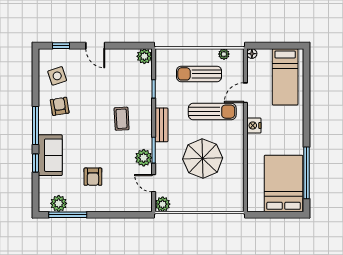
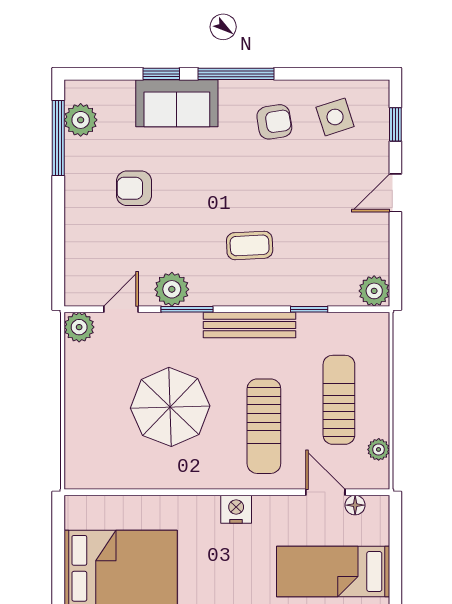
floor lamp: (252, 54) -> (355, 505), moved
door: (245, 93) -> (325, 492), moved
bench: (162, 125) -> (250, 325), width x1.36

